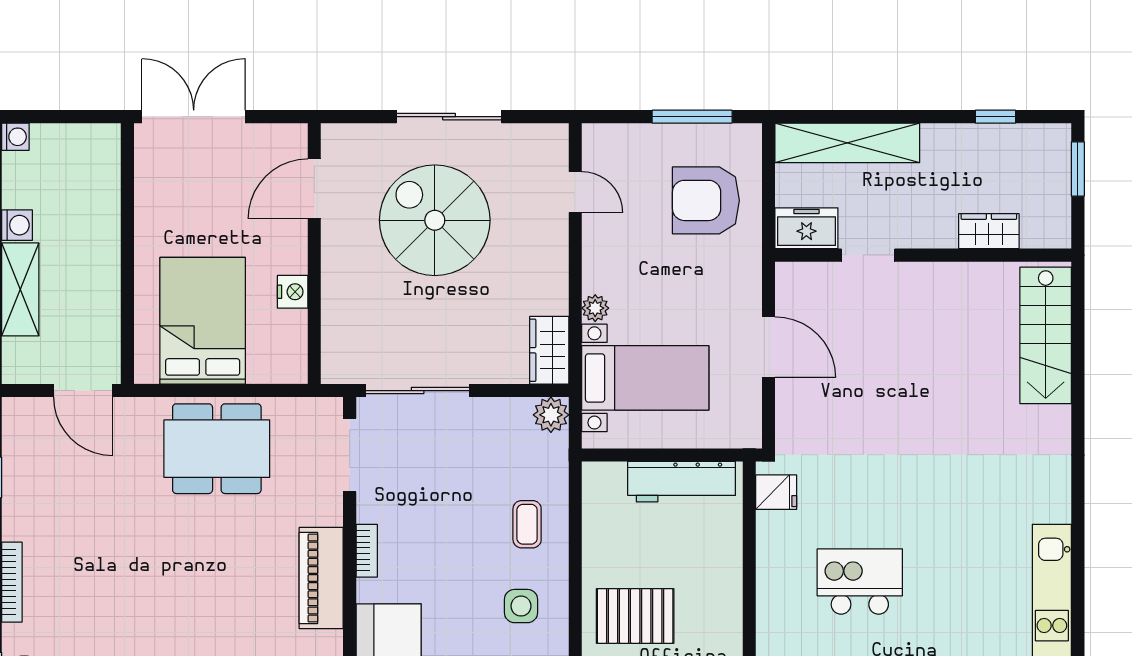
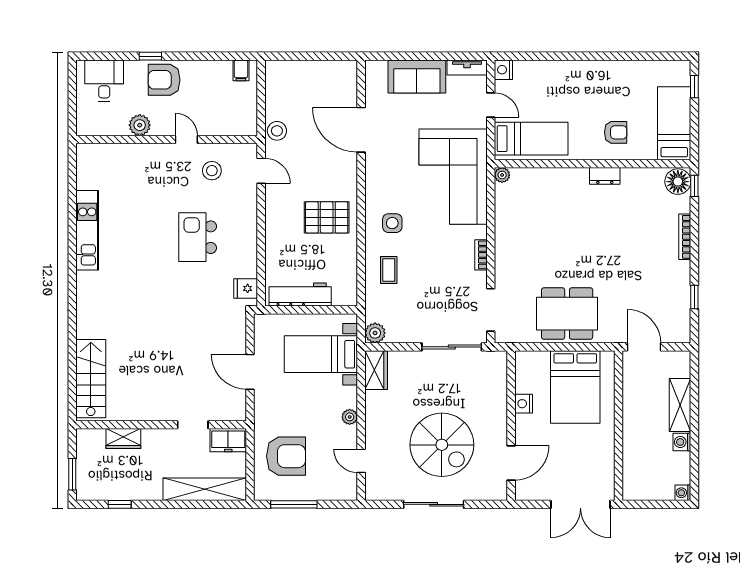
plant: (595, 308) -> (350, 417), moved
piano: (321, 578) -> (507, 239), removed
kitchen island: (860, 581) -> (198, 237), turned 90

